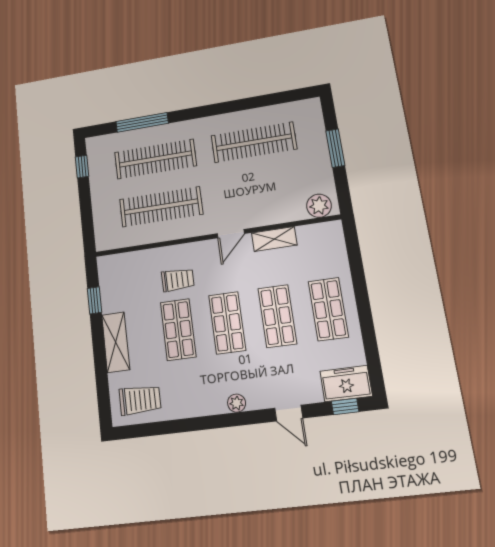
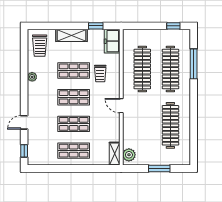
shelving: (274, 239) -> (115, 154), moved
freezer: (346, 384) -> (112, 41), moved, turned 180
plant: (237, 403) -> (32, 77), moved

